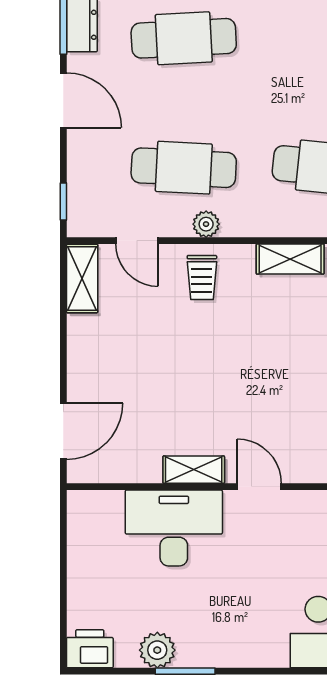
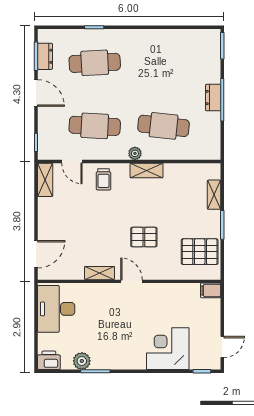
plant: (206, 224) -> (135, 153), moved
pallet: (285, 396) -> (144, 237), added
desk: (174, 528) -> (56, 309), moved, turned -90

